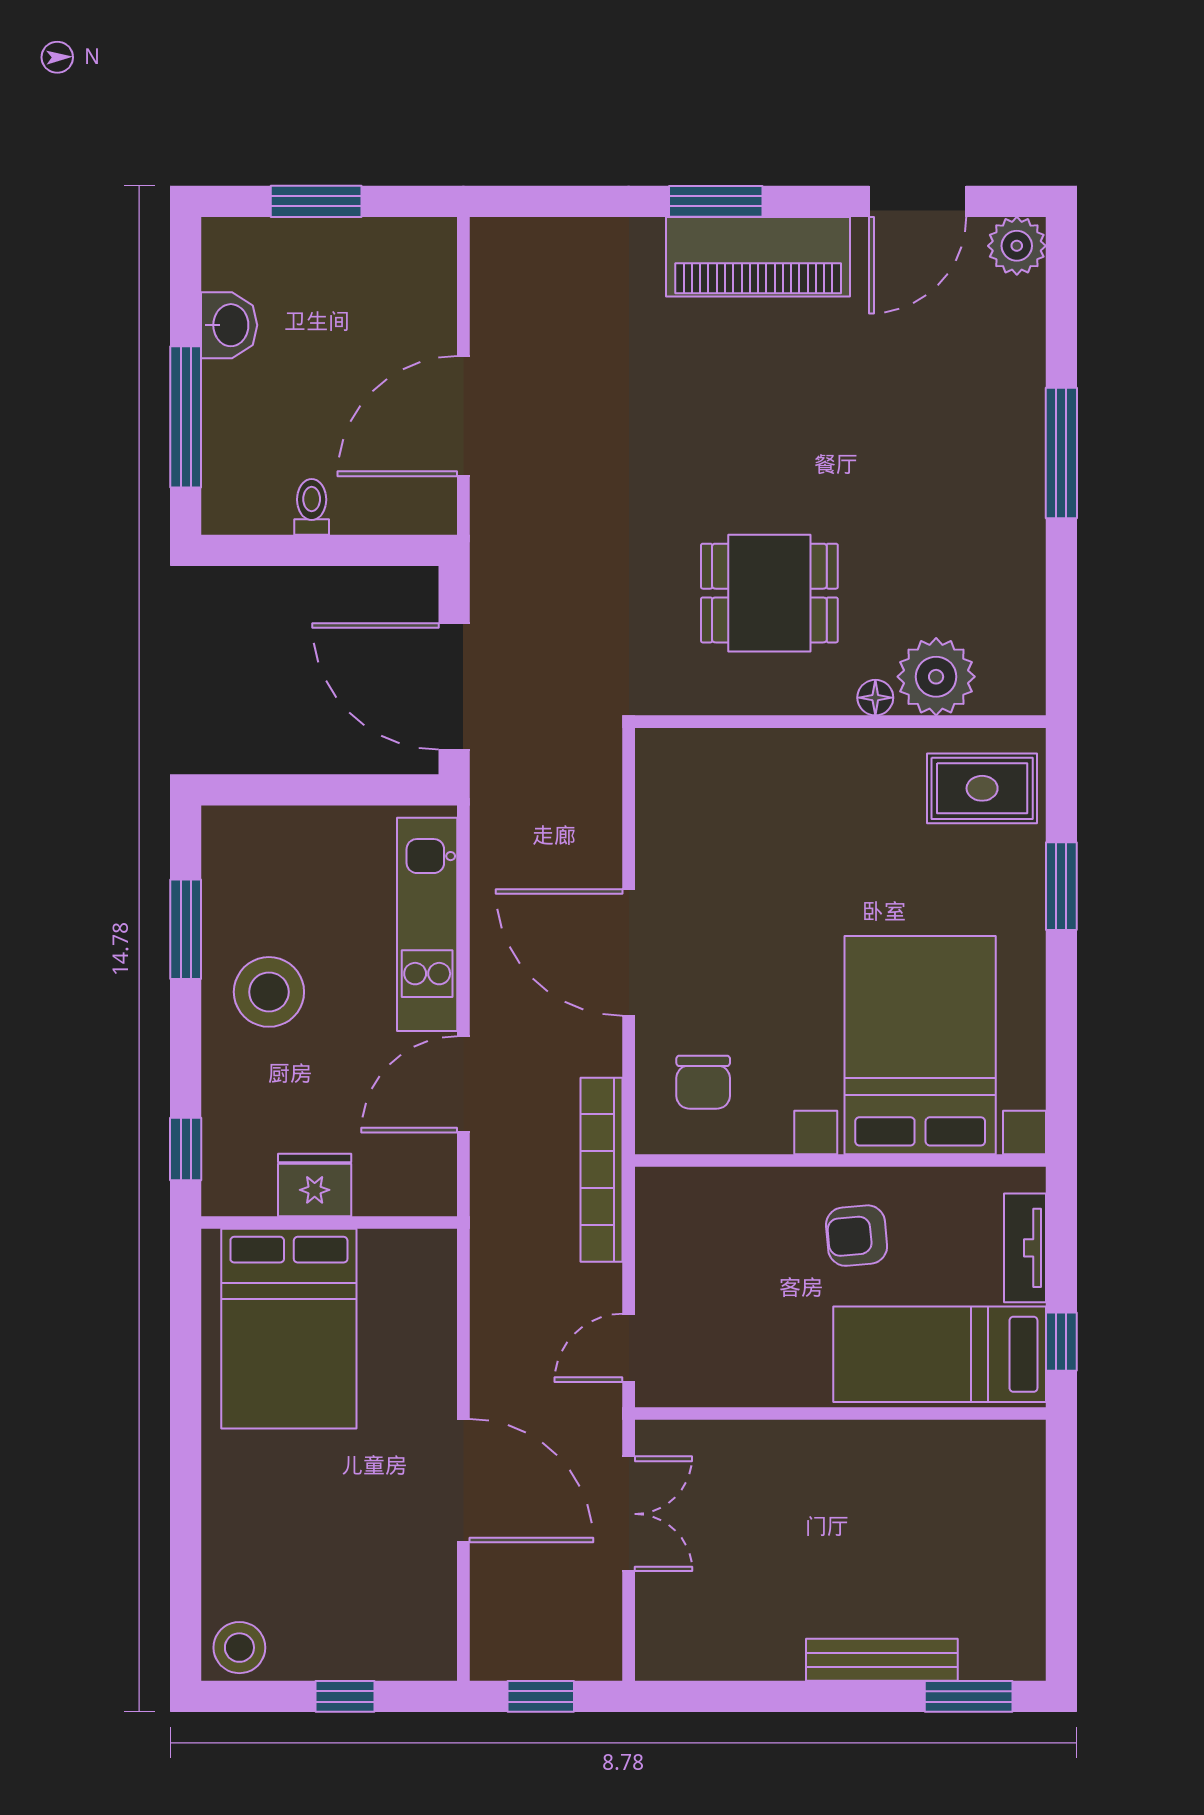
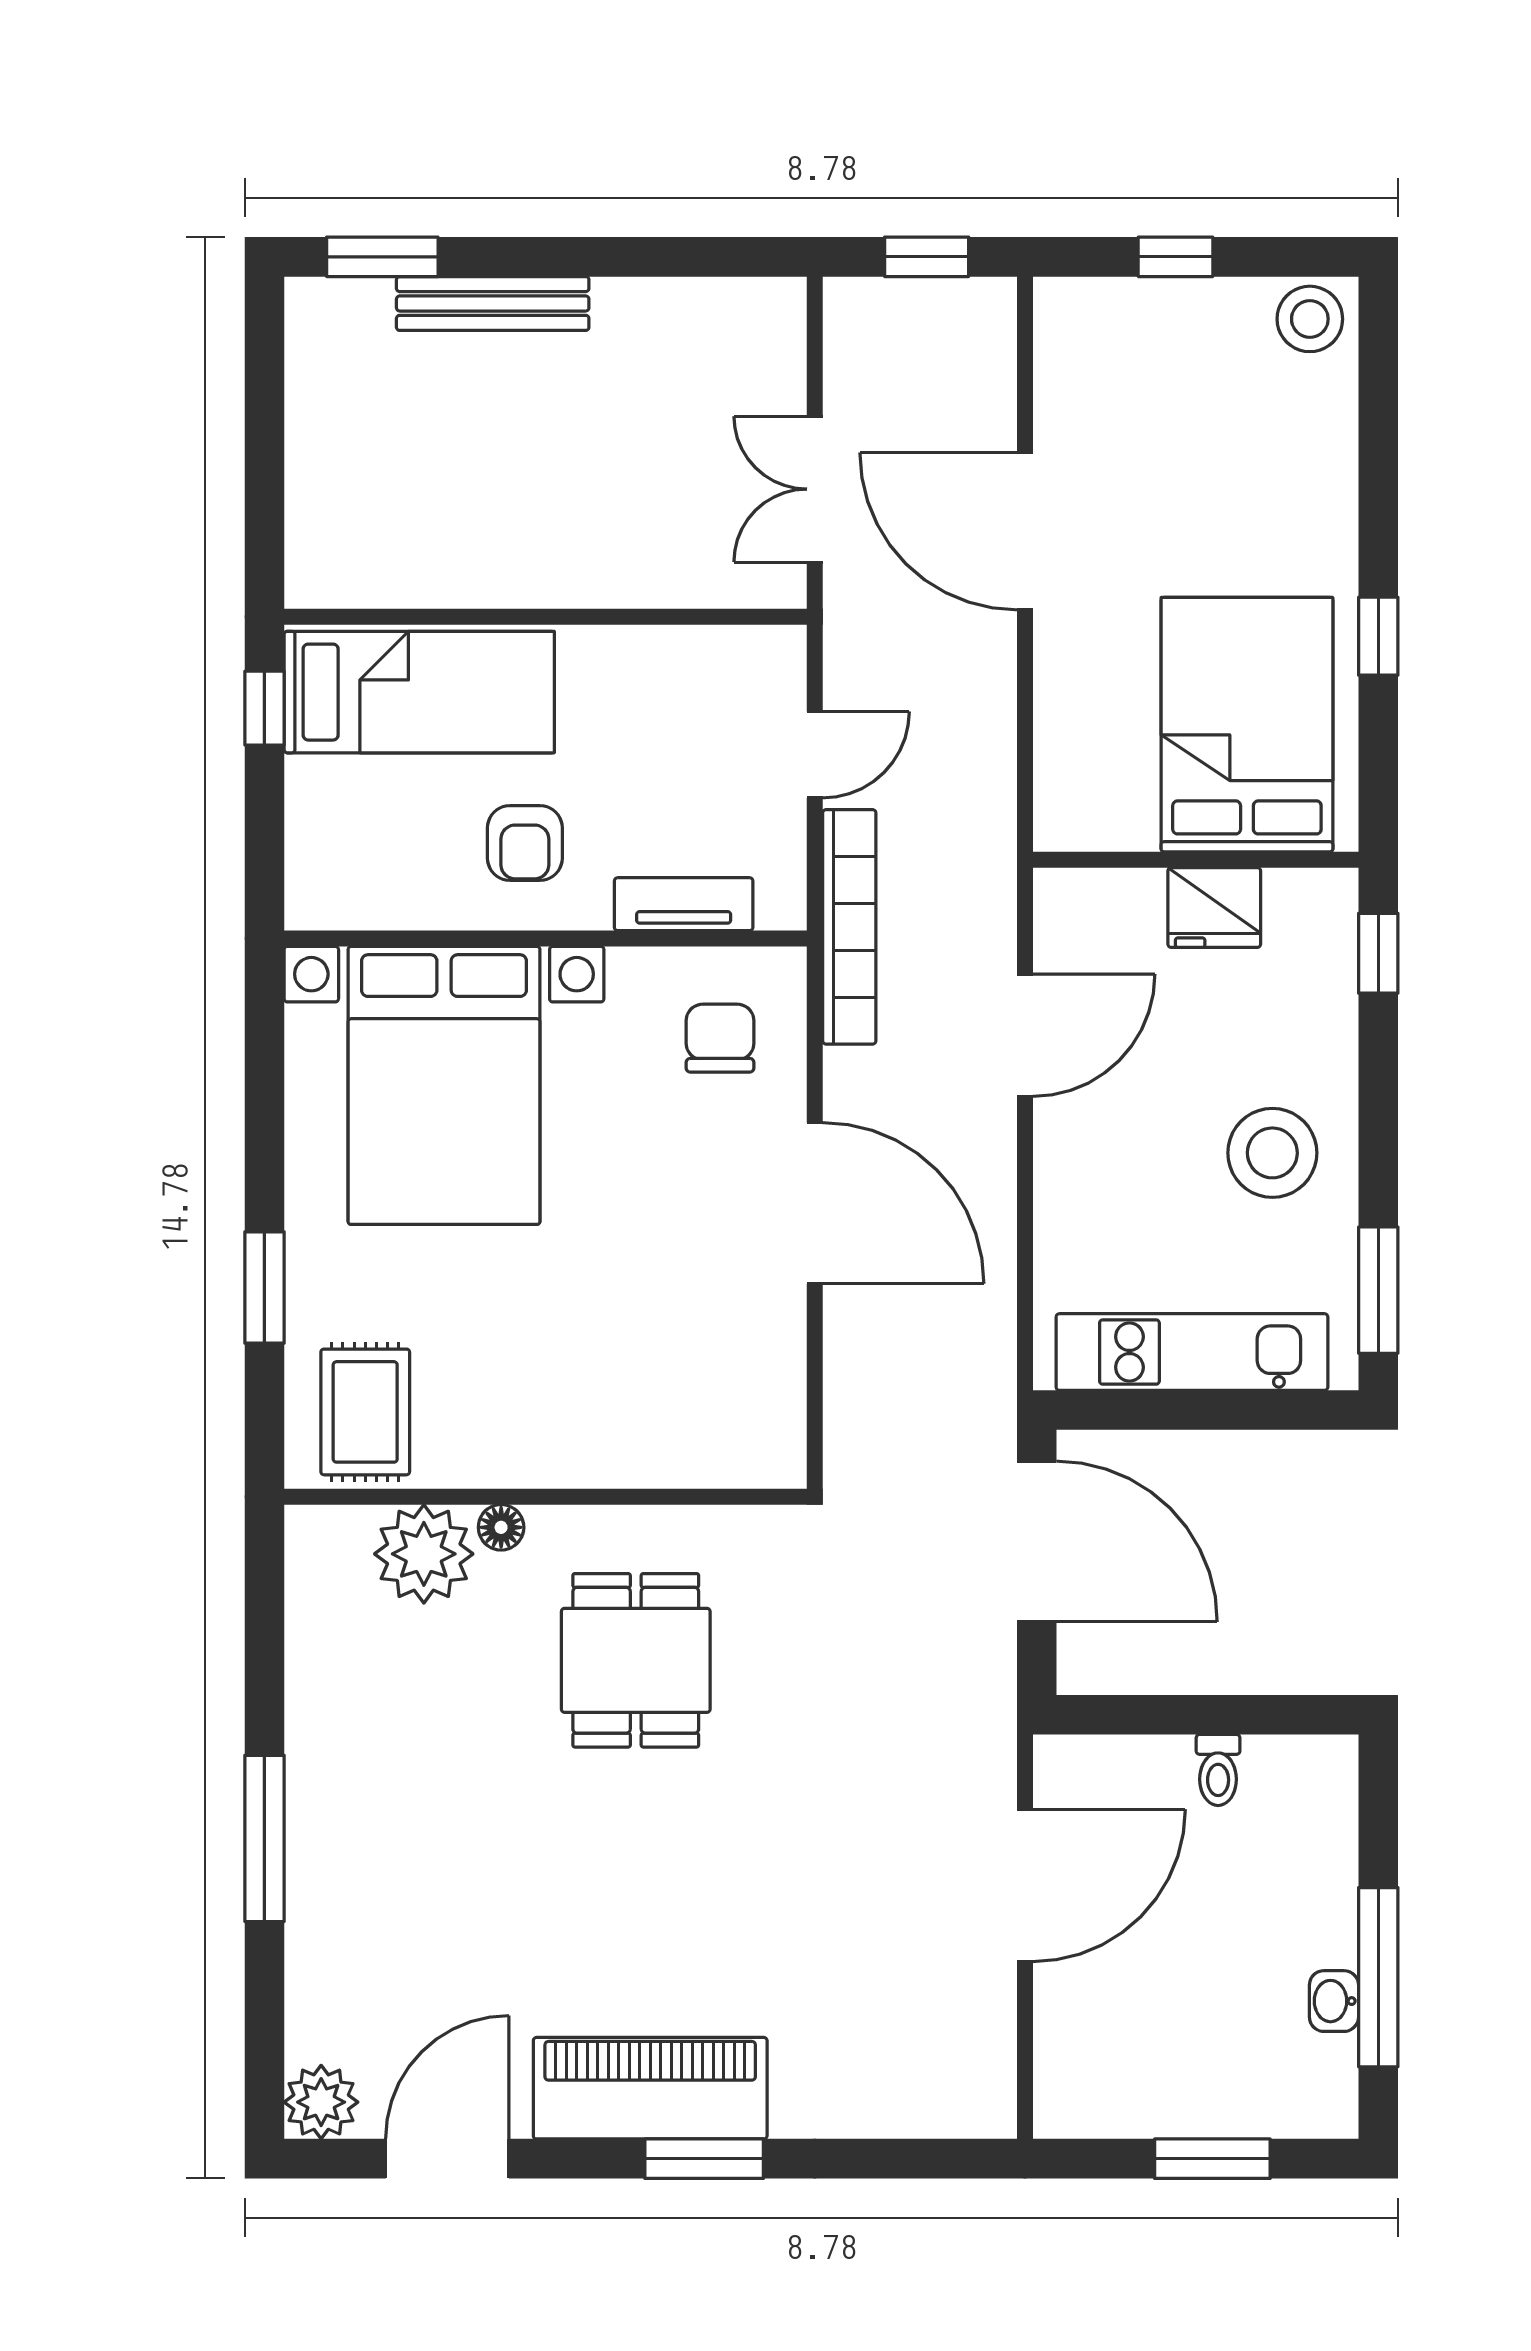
washbasin: (229, 325) -> (1334, 2001), width x0.72, depth x0.69
window: (186, 417) -> (1378, 1977), moved
dining table: (769, 593) -> (636, 1660), turned 90
rug: (982, 788) -> (365, 1412), turned 90
kitchen unit: (427, 924) -> (1192, 1352), moved, turned -90
window: (186, 929) -> (1378, 1290), moved
armchair: (857, 1236) -> (525, 843), turned 95
tv unit: (1025, 1248) -> (684, 904), moved, turned -90
door: (629, 1348) -> (815, 755), moved
window: (186, 1398) -> (1378, 636), added

